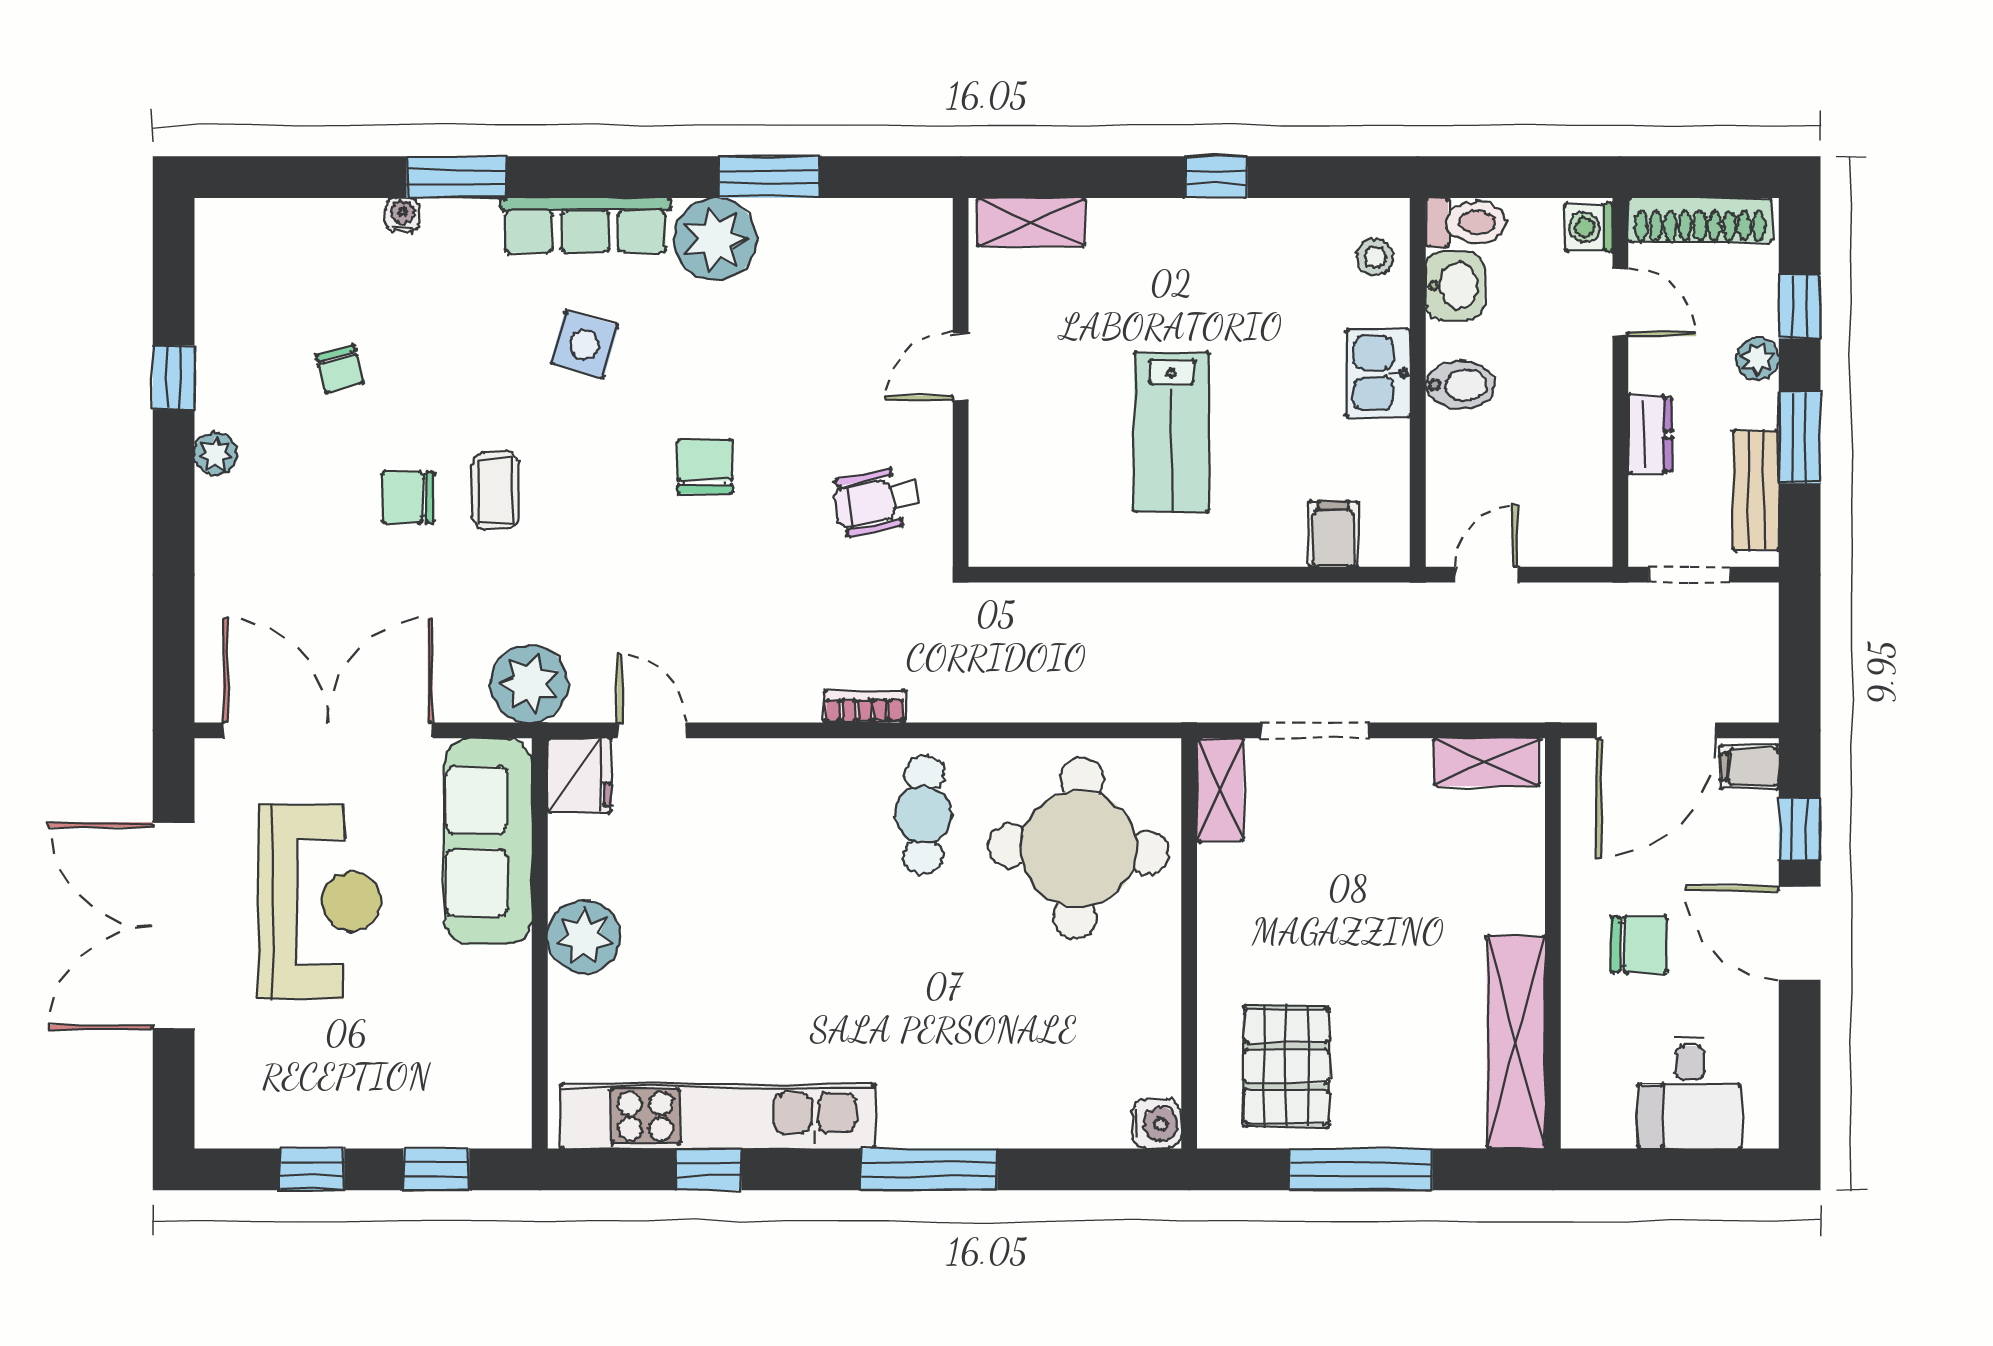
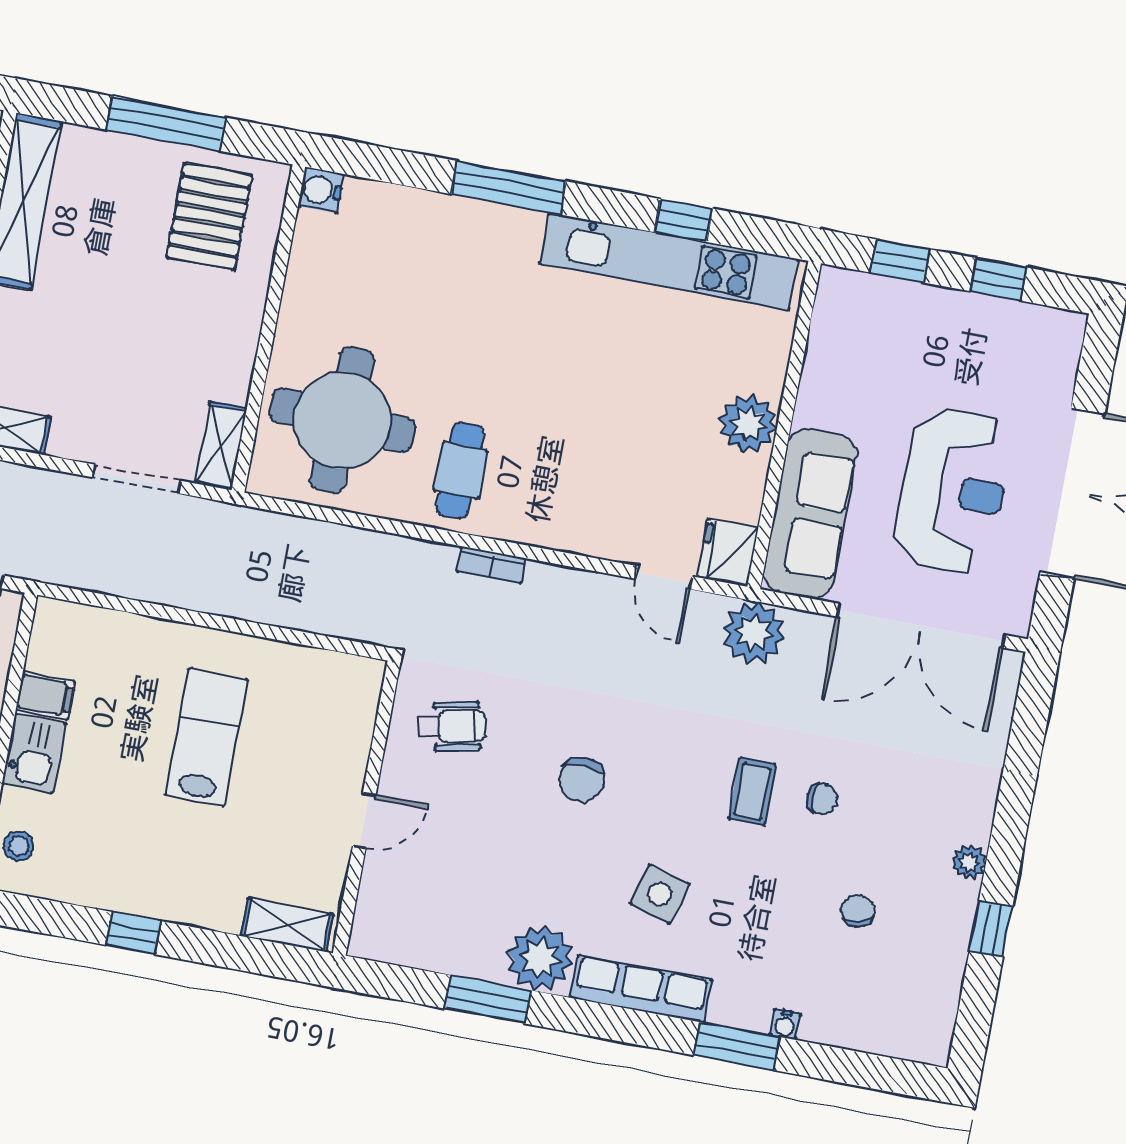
chair: (408, 497) -> (822, 799), width x0.73, depth x0.73
filing cabinet: (1333, 534) -> (45, 696), moved, turned -90
reception desk: (319, 902) -> (953, 491), turned 180

